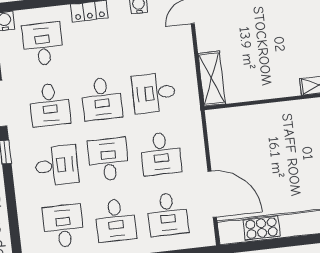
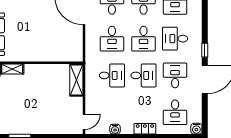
desk: (102, 99) -> (143, 75), turned 90
desk: (161, 154) -> (112, 39), turned 180

